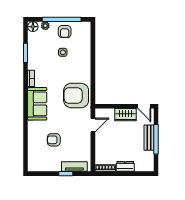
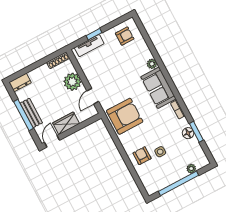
floor lamp: (33, 27) -> (188, 133), moved
armchair: (65, 32) -> (142, 156), moved
door: (144, 106) -> (52, 141), hinge flipped
plant: (32, 126) -> (152, 64), added
armchair: (54, 140) -> (125, 36), moved
plant: (103, 145) -> (72, 82), added
dresser: (125, 166) -> (20, 82), moved

